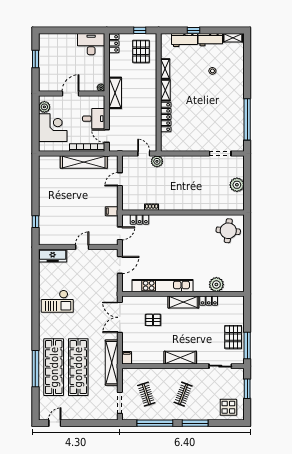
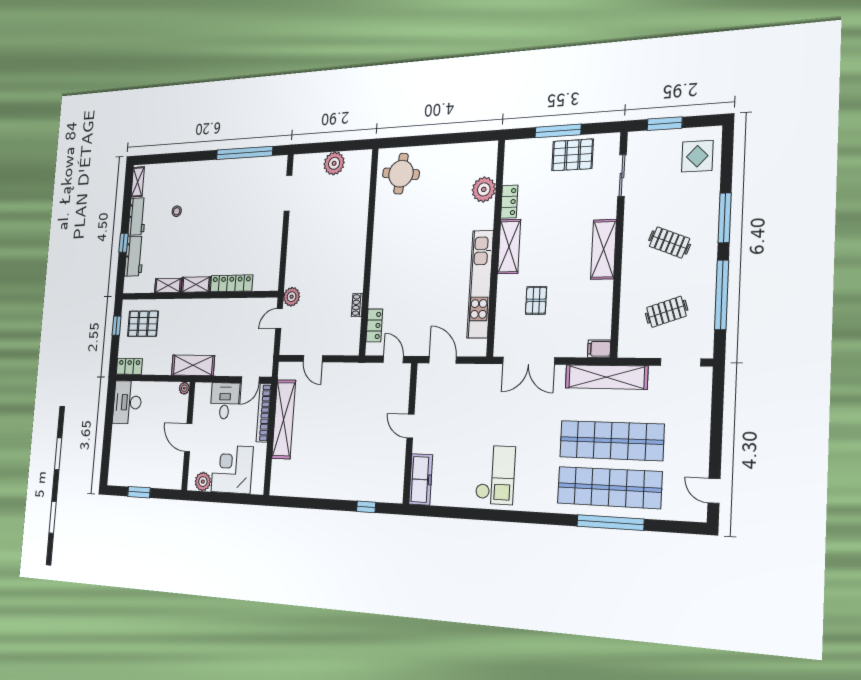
filing cabinet: (112, 211) -> (359, 373), removed
window: (247, 345) -> (558, 131), moved

